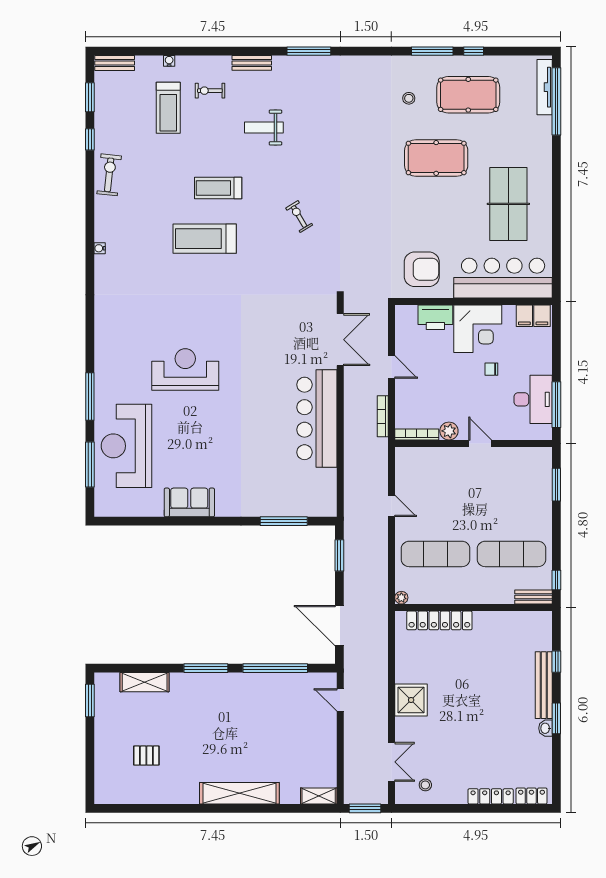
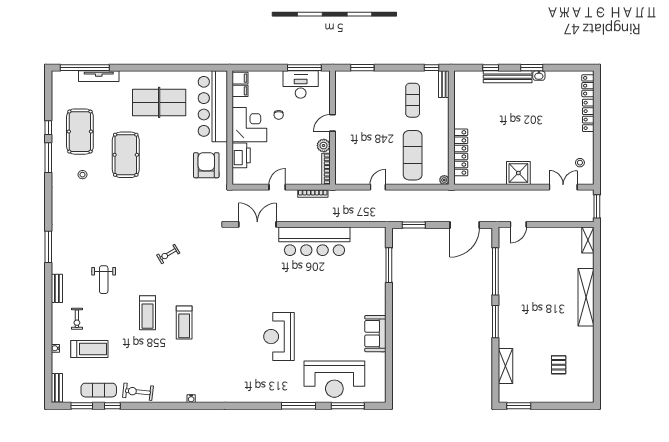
tv unit: (545, 87) -> (99, 76), moved
exercise mat: (111, 121) -> (99, 390), added
treadmill: (205, 239) -> (184, 323), width x0.73, depth x0.73
exercise mat: (512, 554) -> (413, 100), width x0.73, depth x0.69

